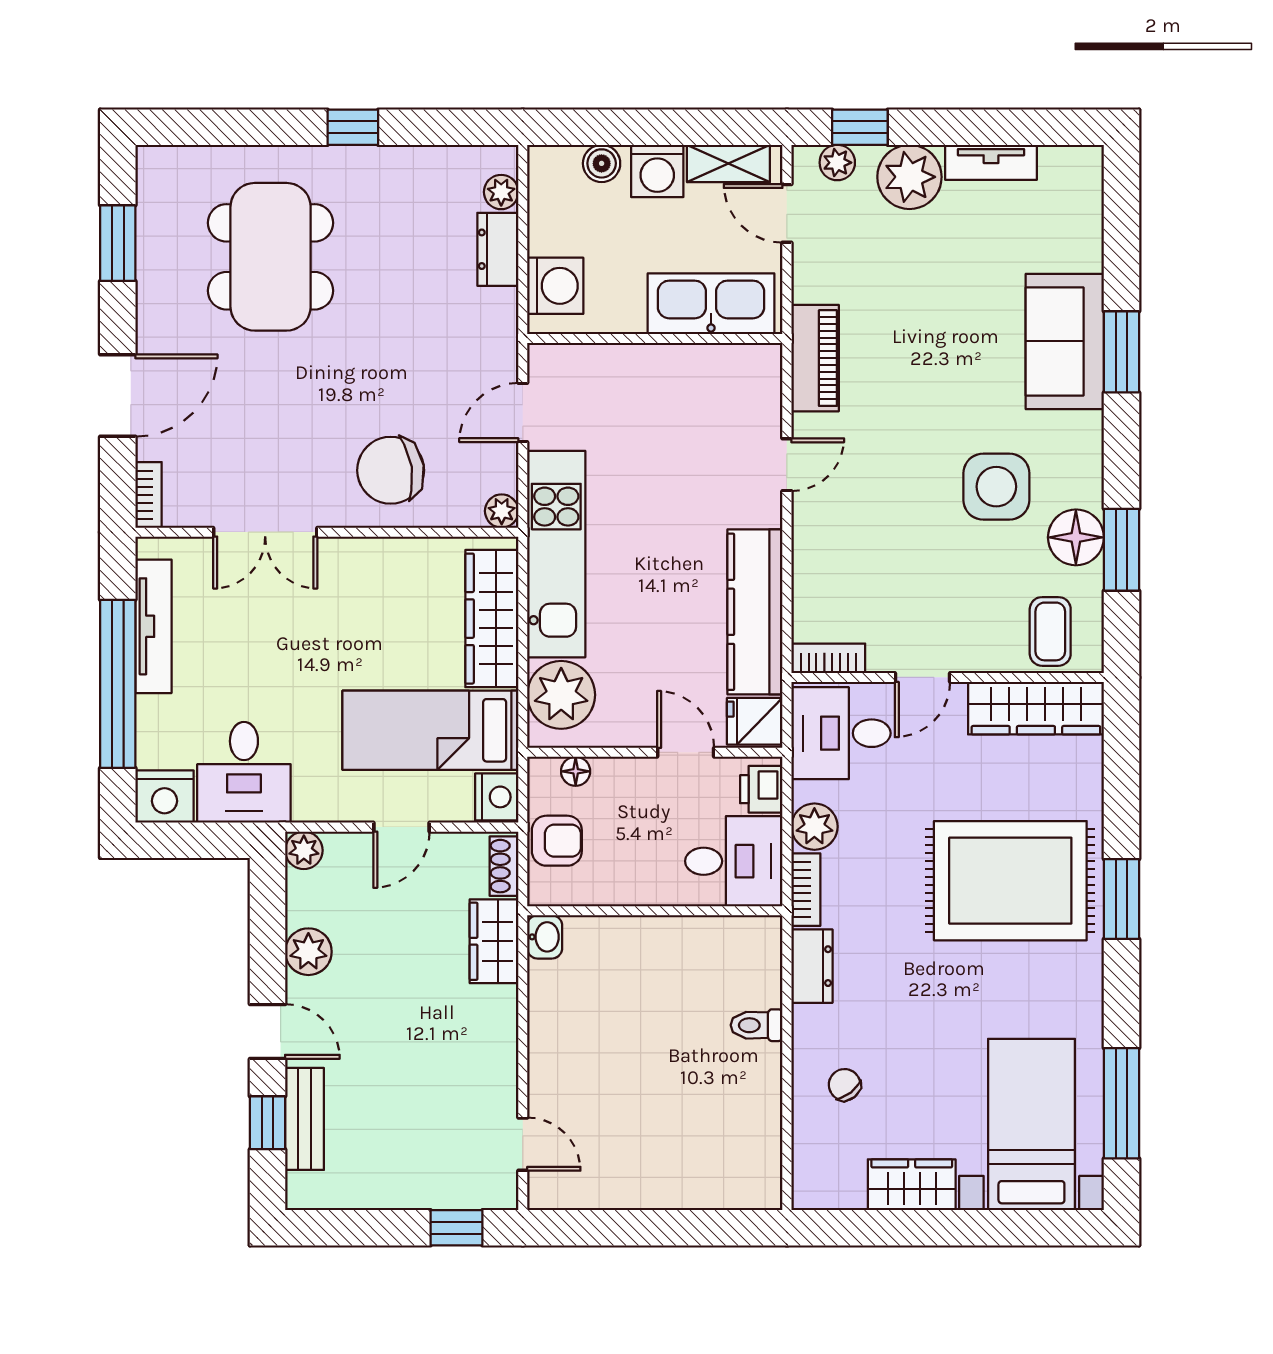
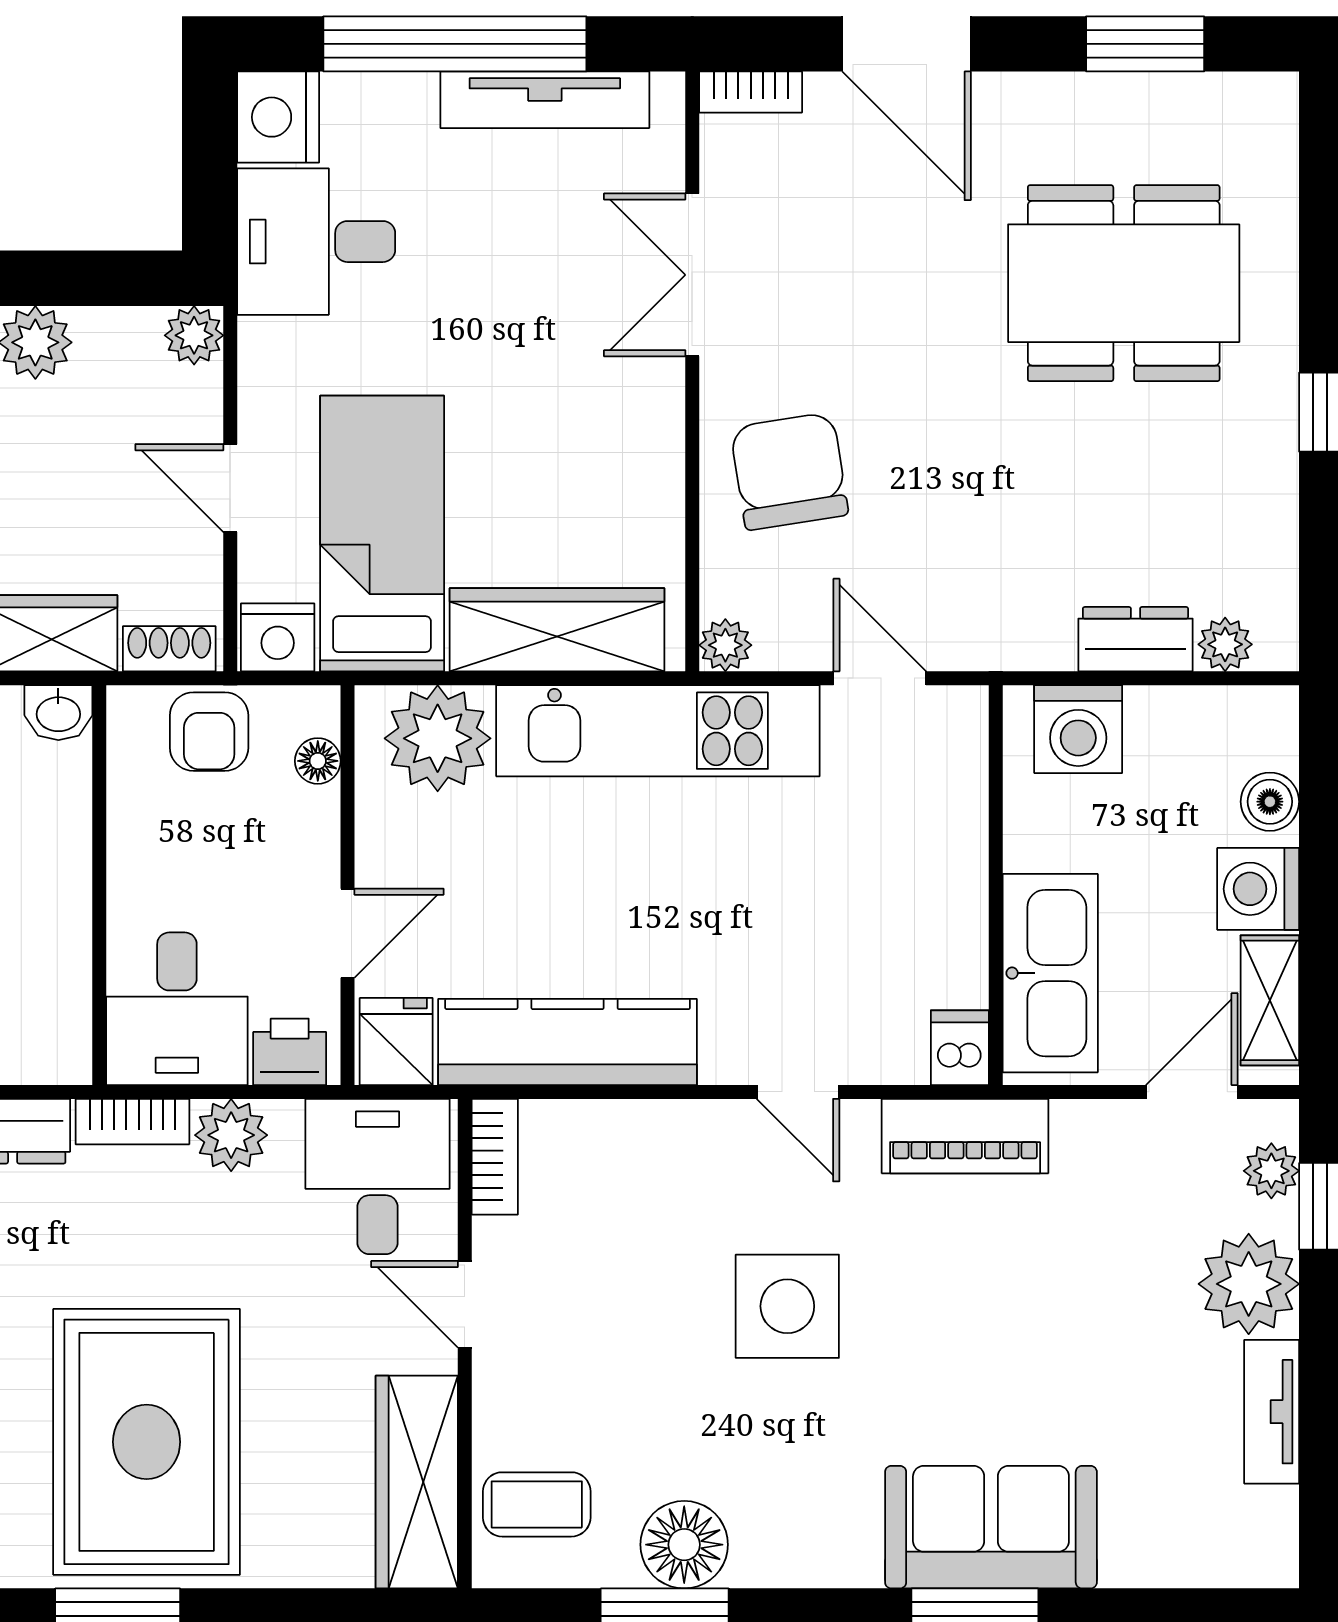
dishwasher: (759, 361) -> (960, 1048), added
side table: (996, 487) -> (787, 1306), moved

